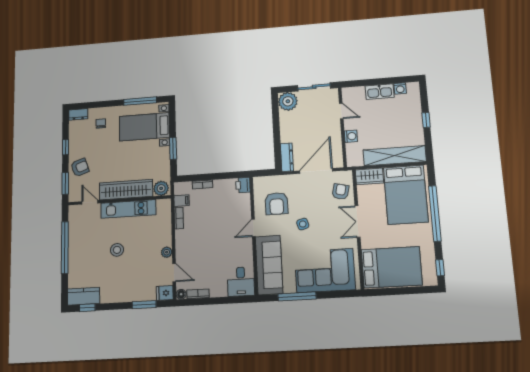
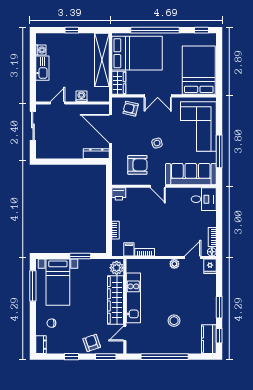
plant: (288, 101) -> (45, 150), removed
stool: (117, 250) -> (174, 321), moved
window: (144, 305) -> (219, 307), moved

